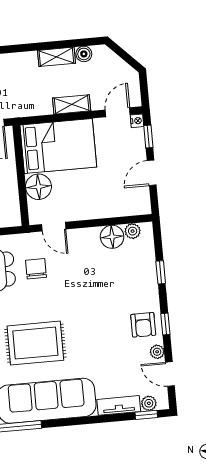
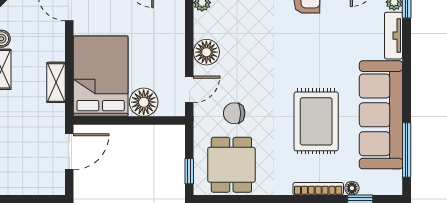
shelving: (72, 104) -> (56, 82), moved
floor lamp: (112, 237) -> (206, 52), moved

